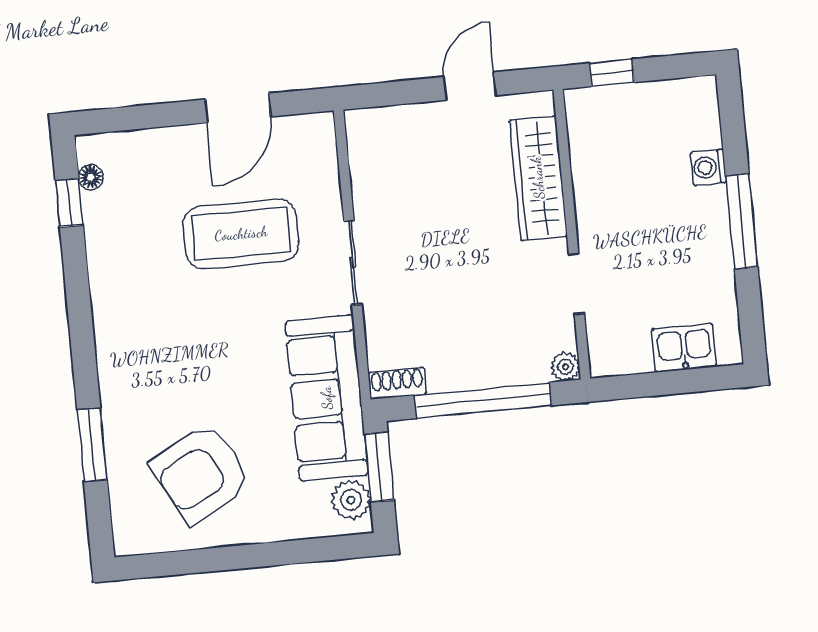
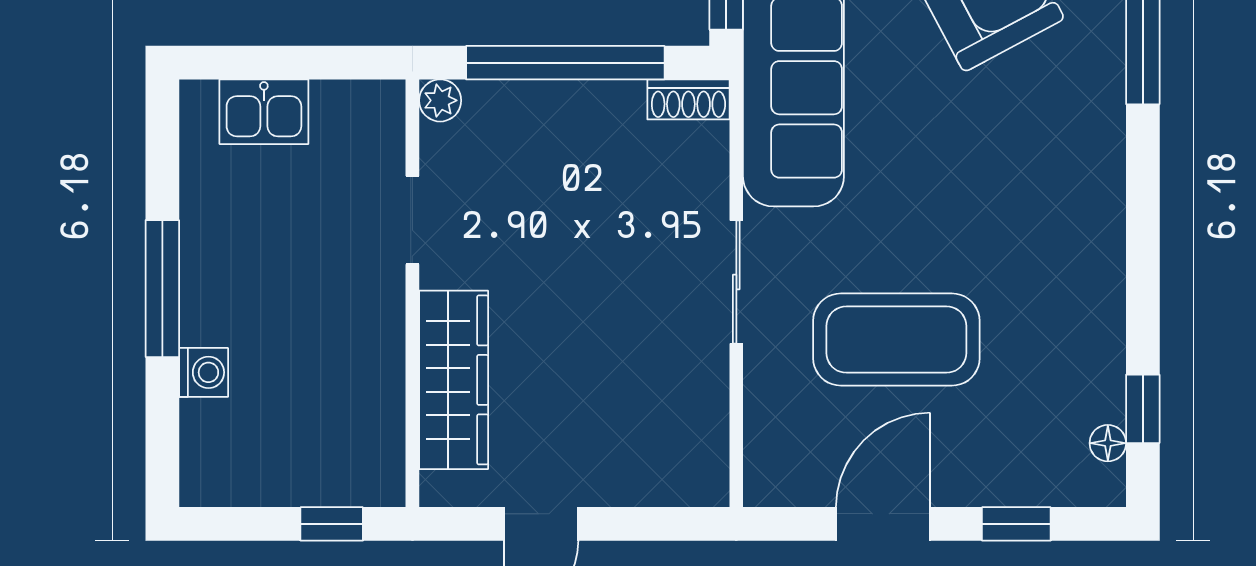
window: (148, 117) -> (1016, 524), added

